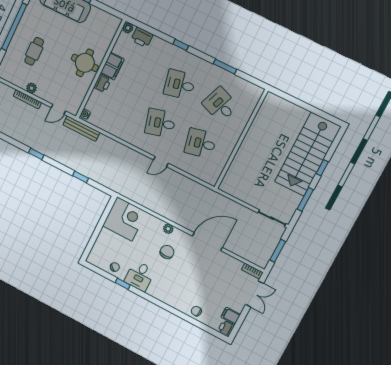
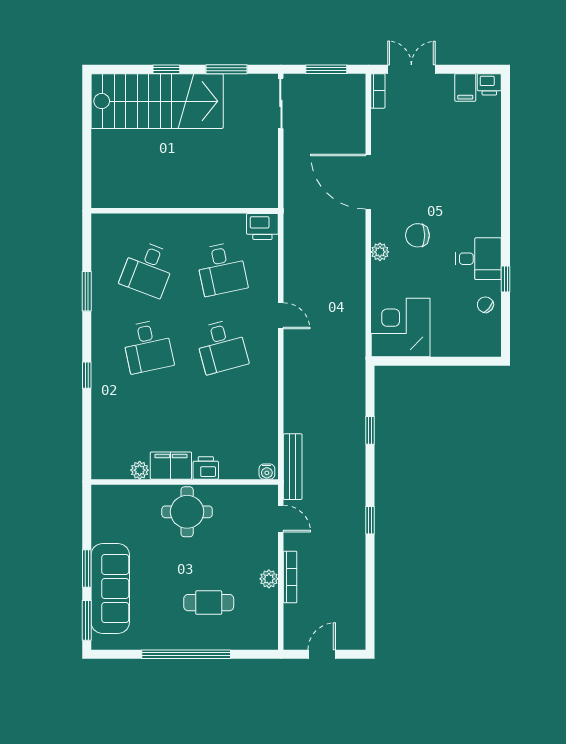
plant: (128, 28) -> (140, 470), moved
printer: (142, 37) -> (262, 227), moved, turned 90
chair: (196, 311) -> (487, 143), removed

